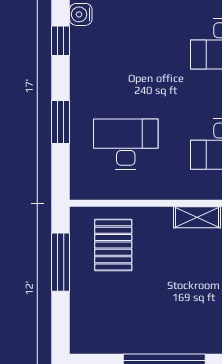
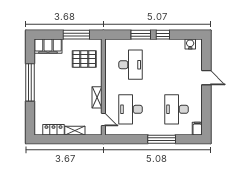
window: (60, 41) -> (163, 35), moved
filing cabinet: (85, 324) -> (48, 46), added

